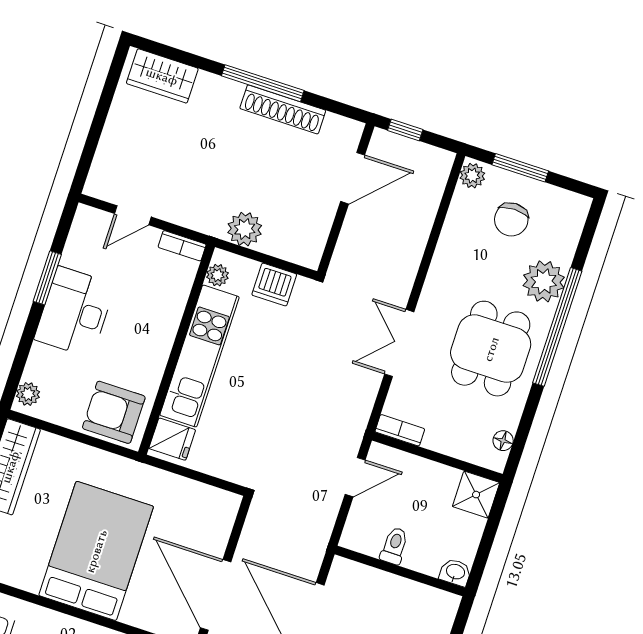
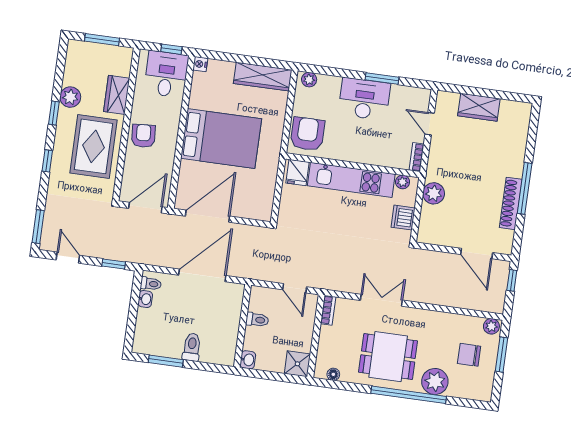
wardrobe: (162, 76) -> (479, 107), moved, turned -90

